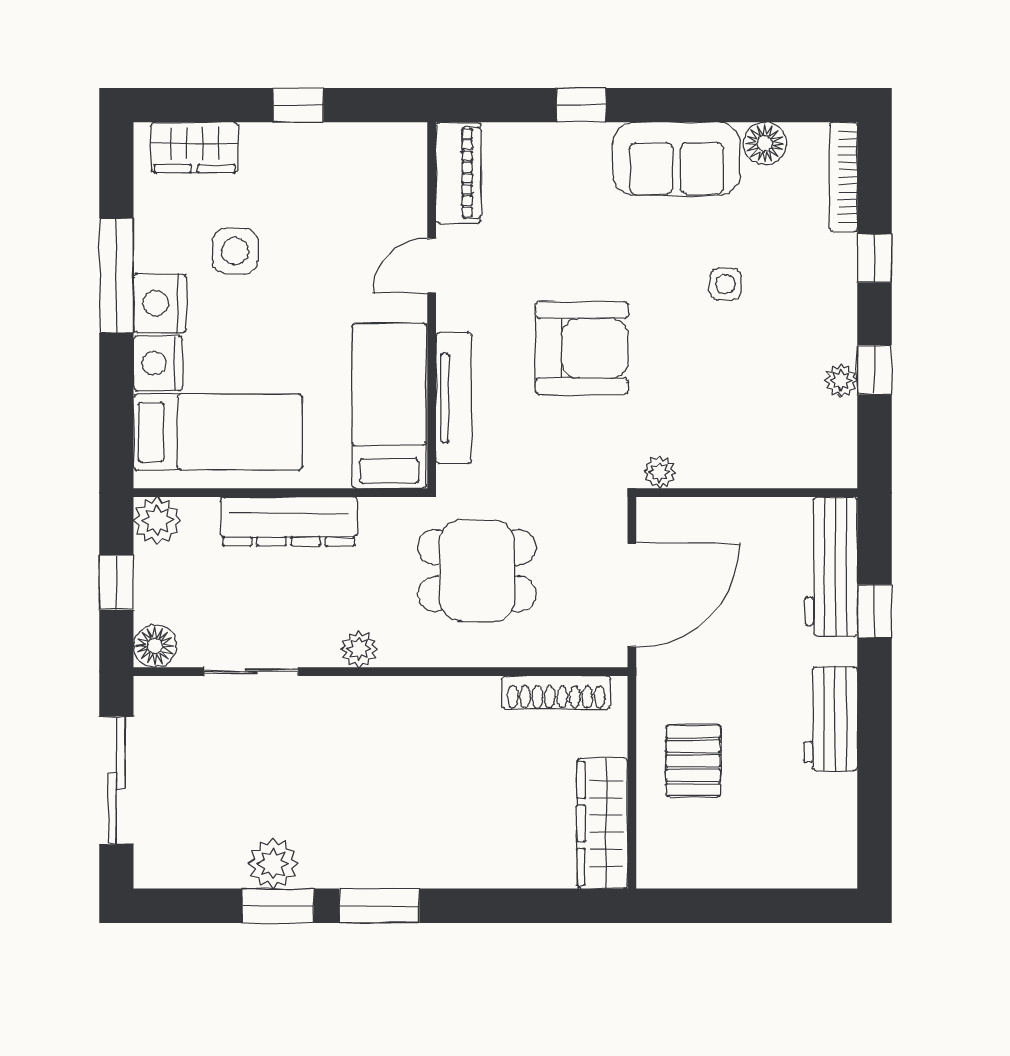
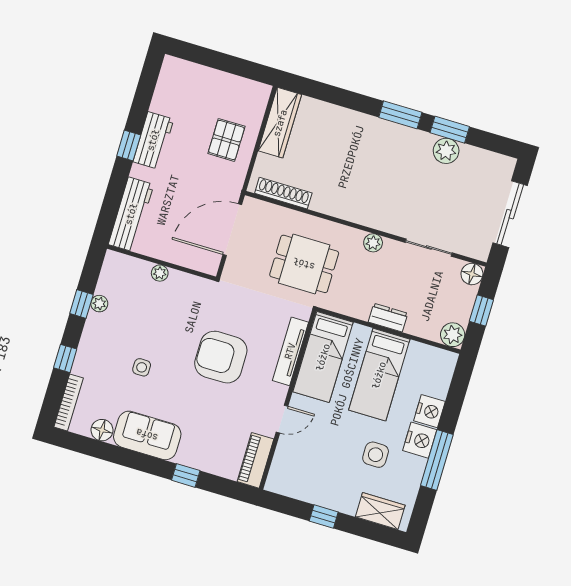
bed: (218, 432) -> (379, 375), moved, turned -90
plant: (659, 472) -> (160, 273), moved
dresser: (289, 521) -> (388, 318), width x0.51, depth x0.80
window: (875, 611) -> (129, 146), moved

